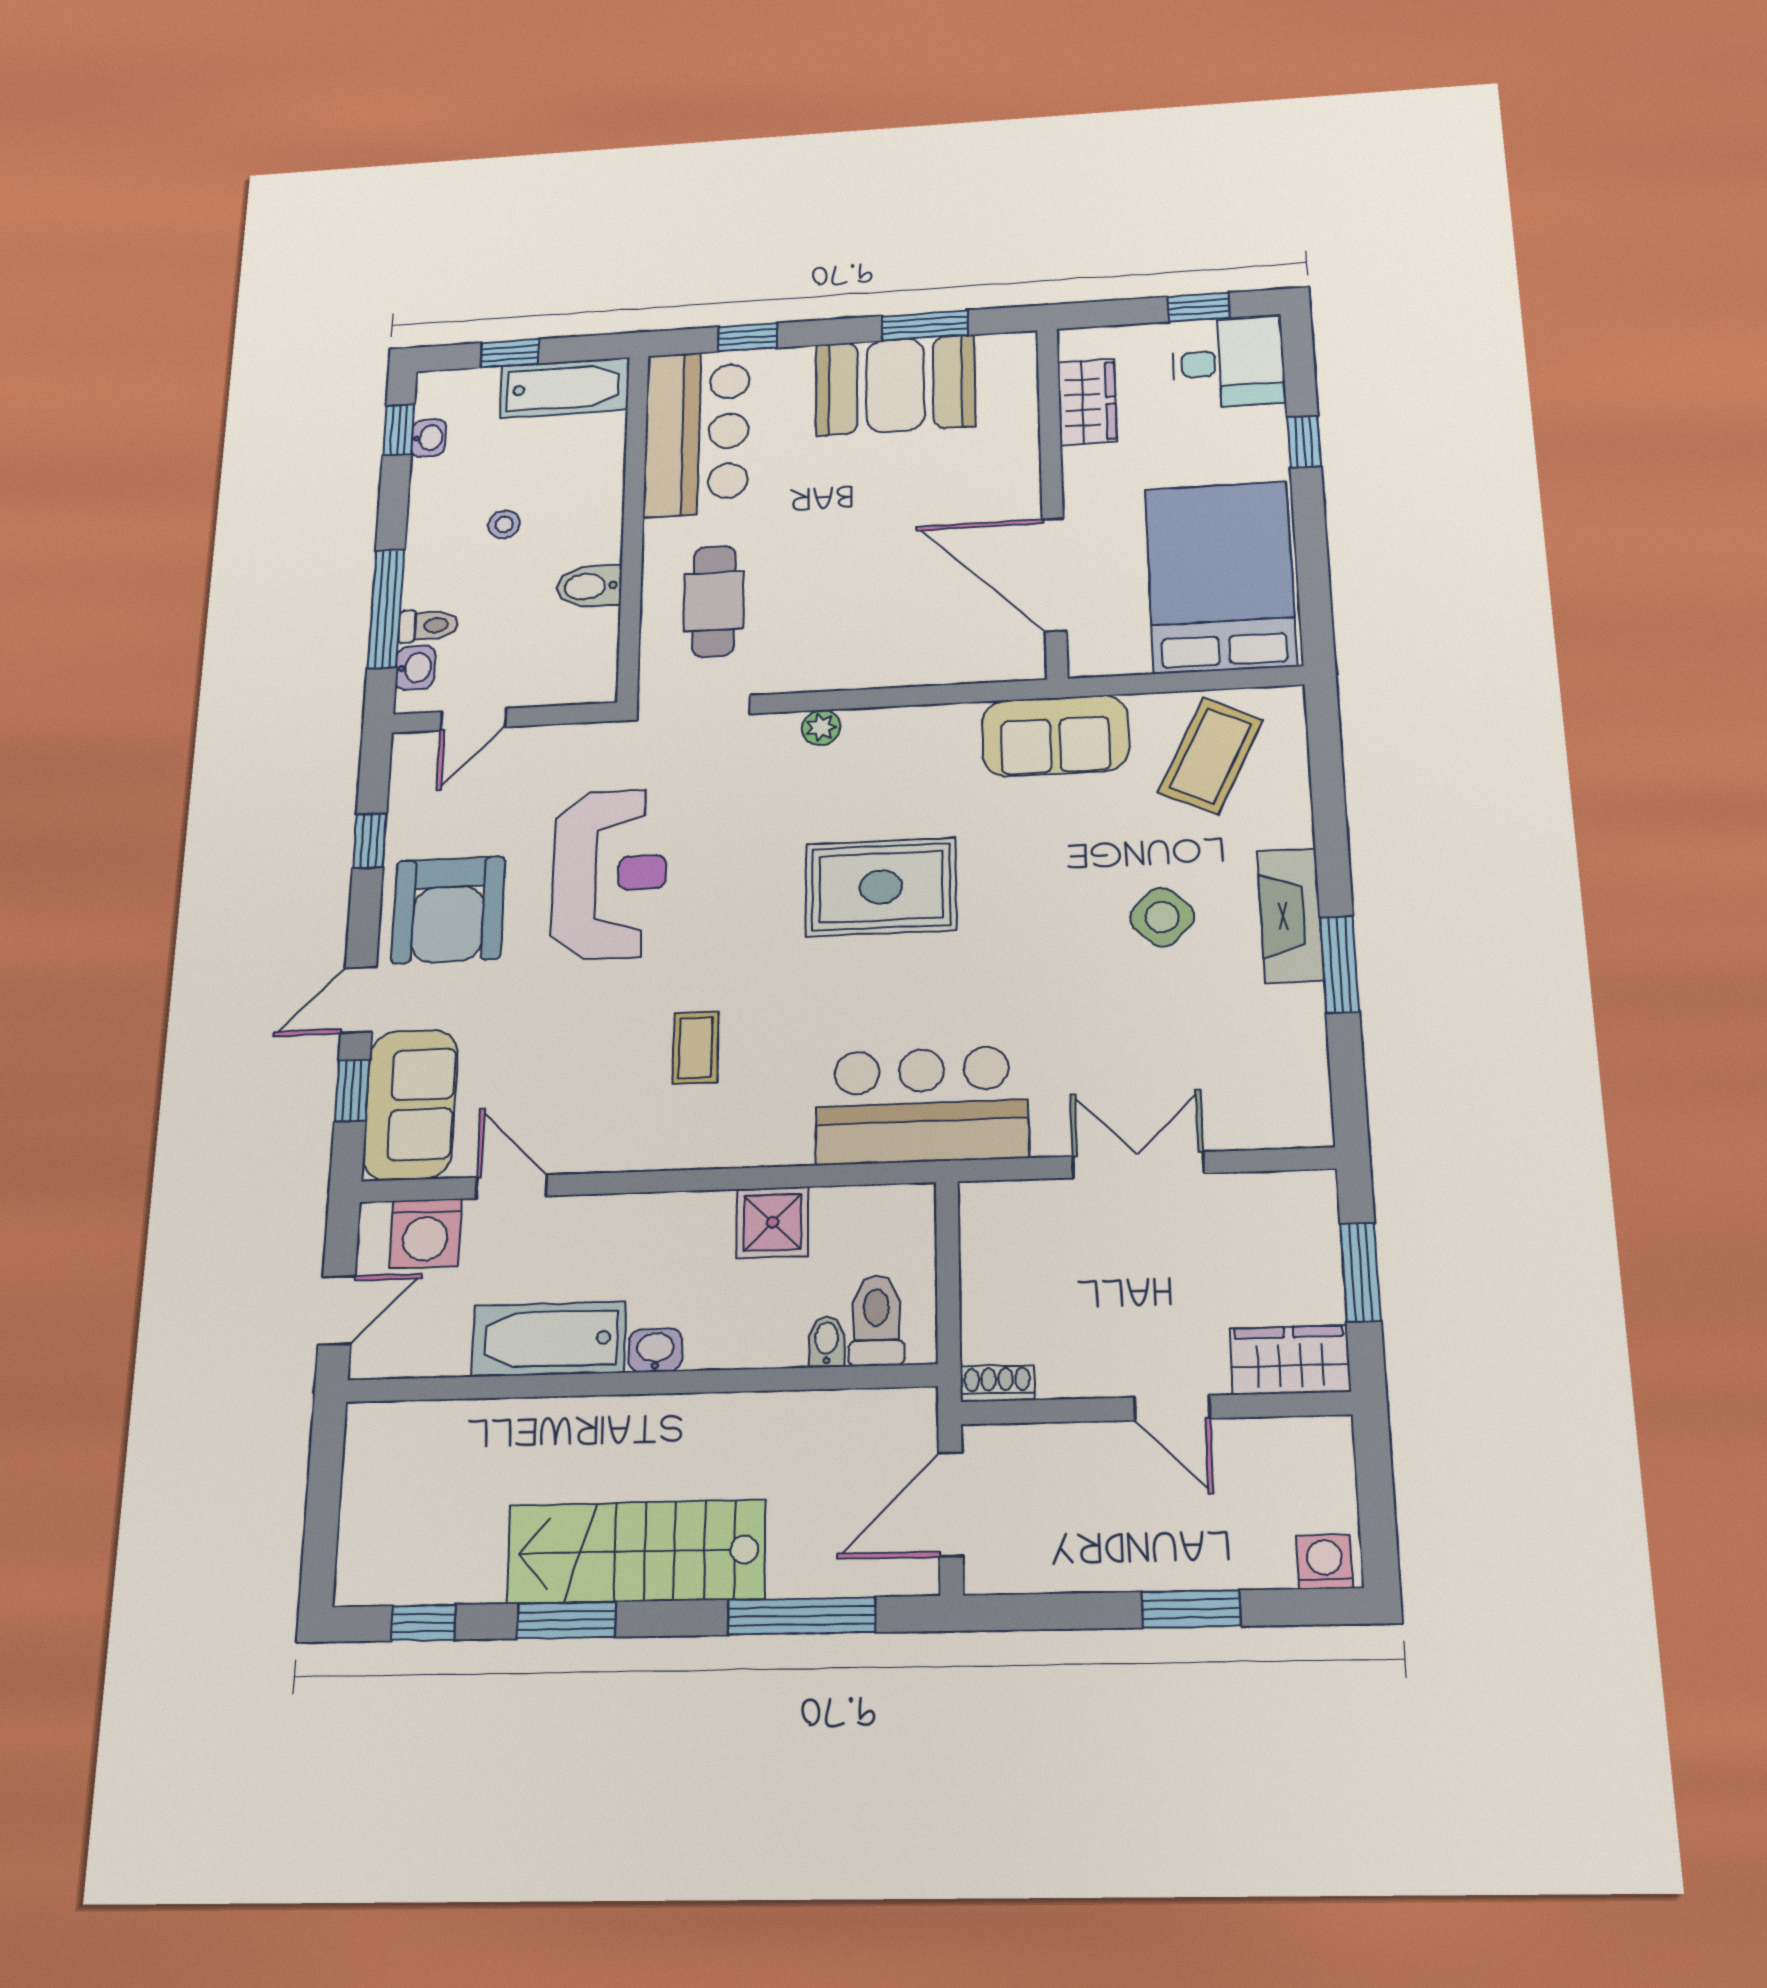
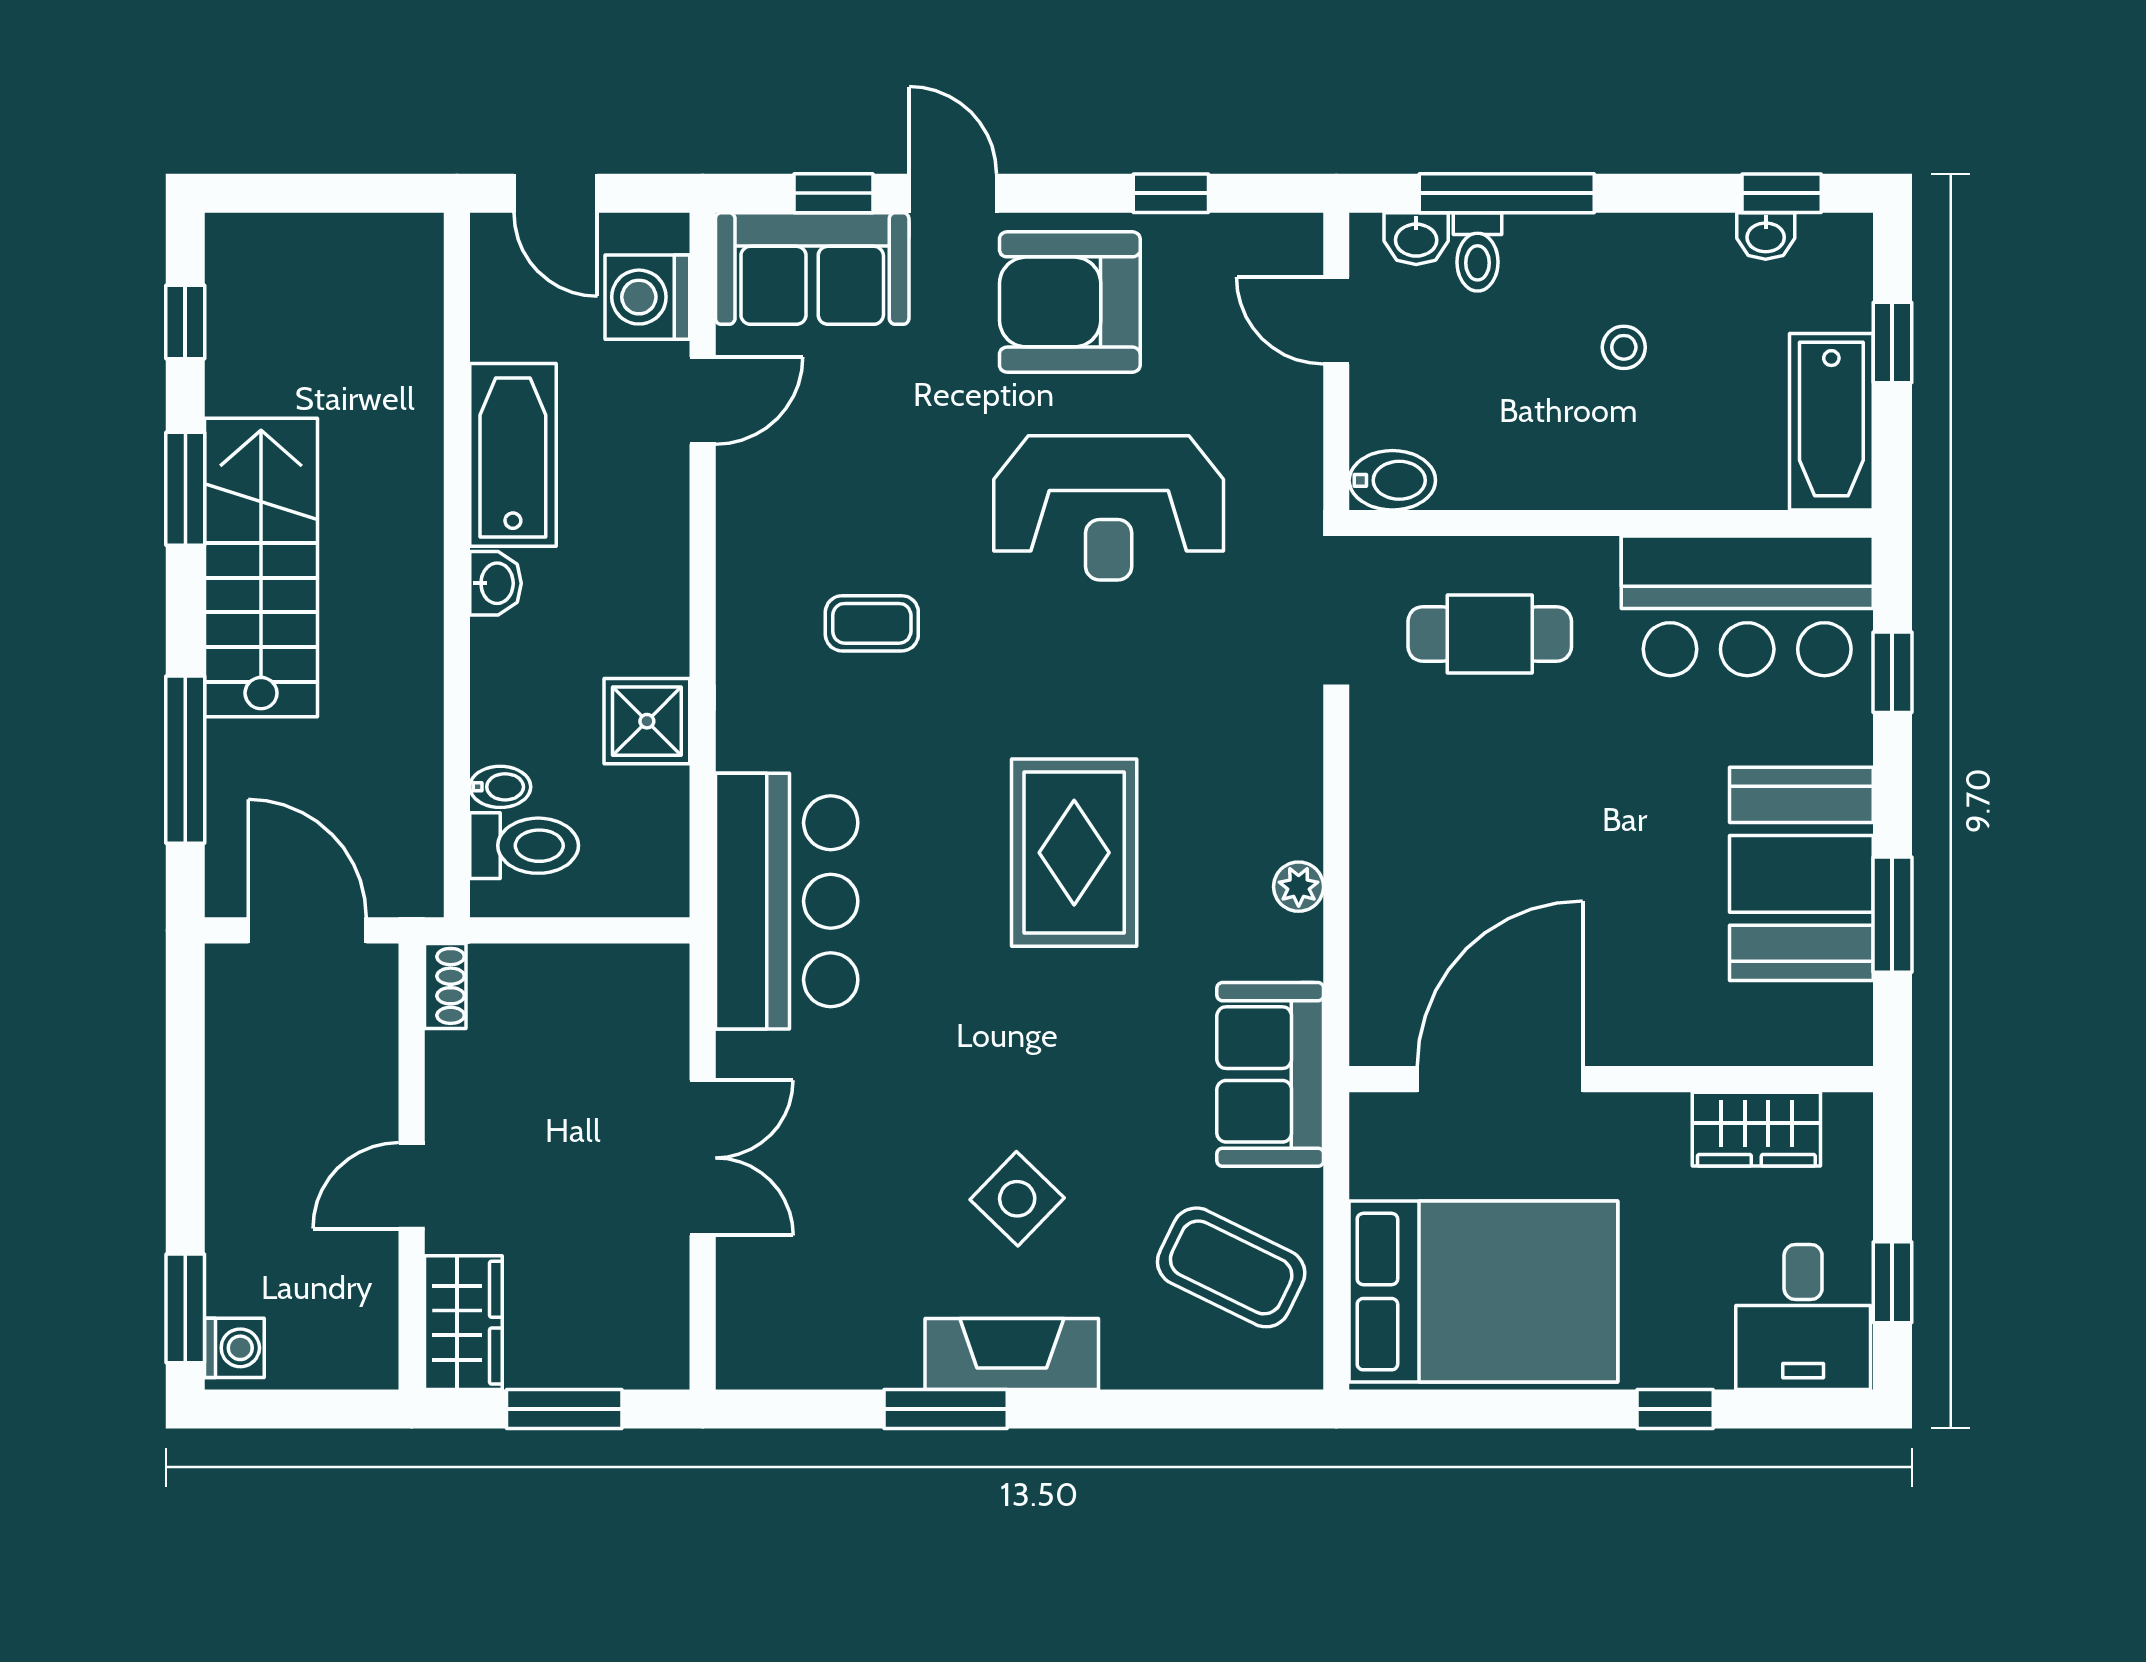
bidet: (589, 586) -> (1392, 480), moved, turned 90
plant: (821, 727) -> (1299, 887), moved
window: (1191, 1609) -> (185, 1308), moved

